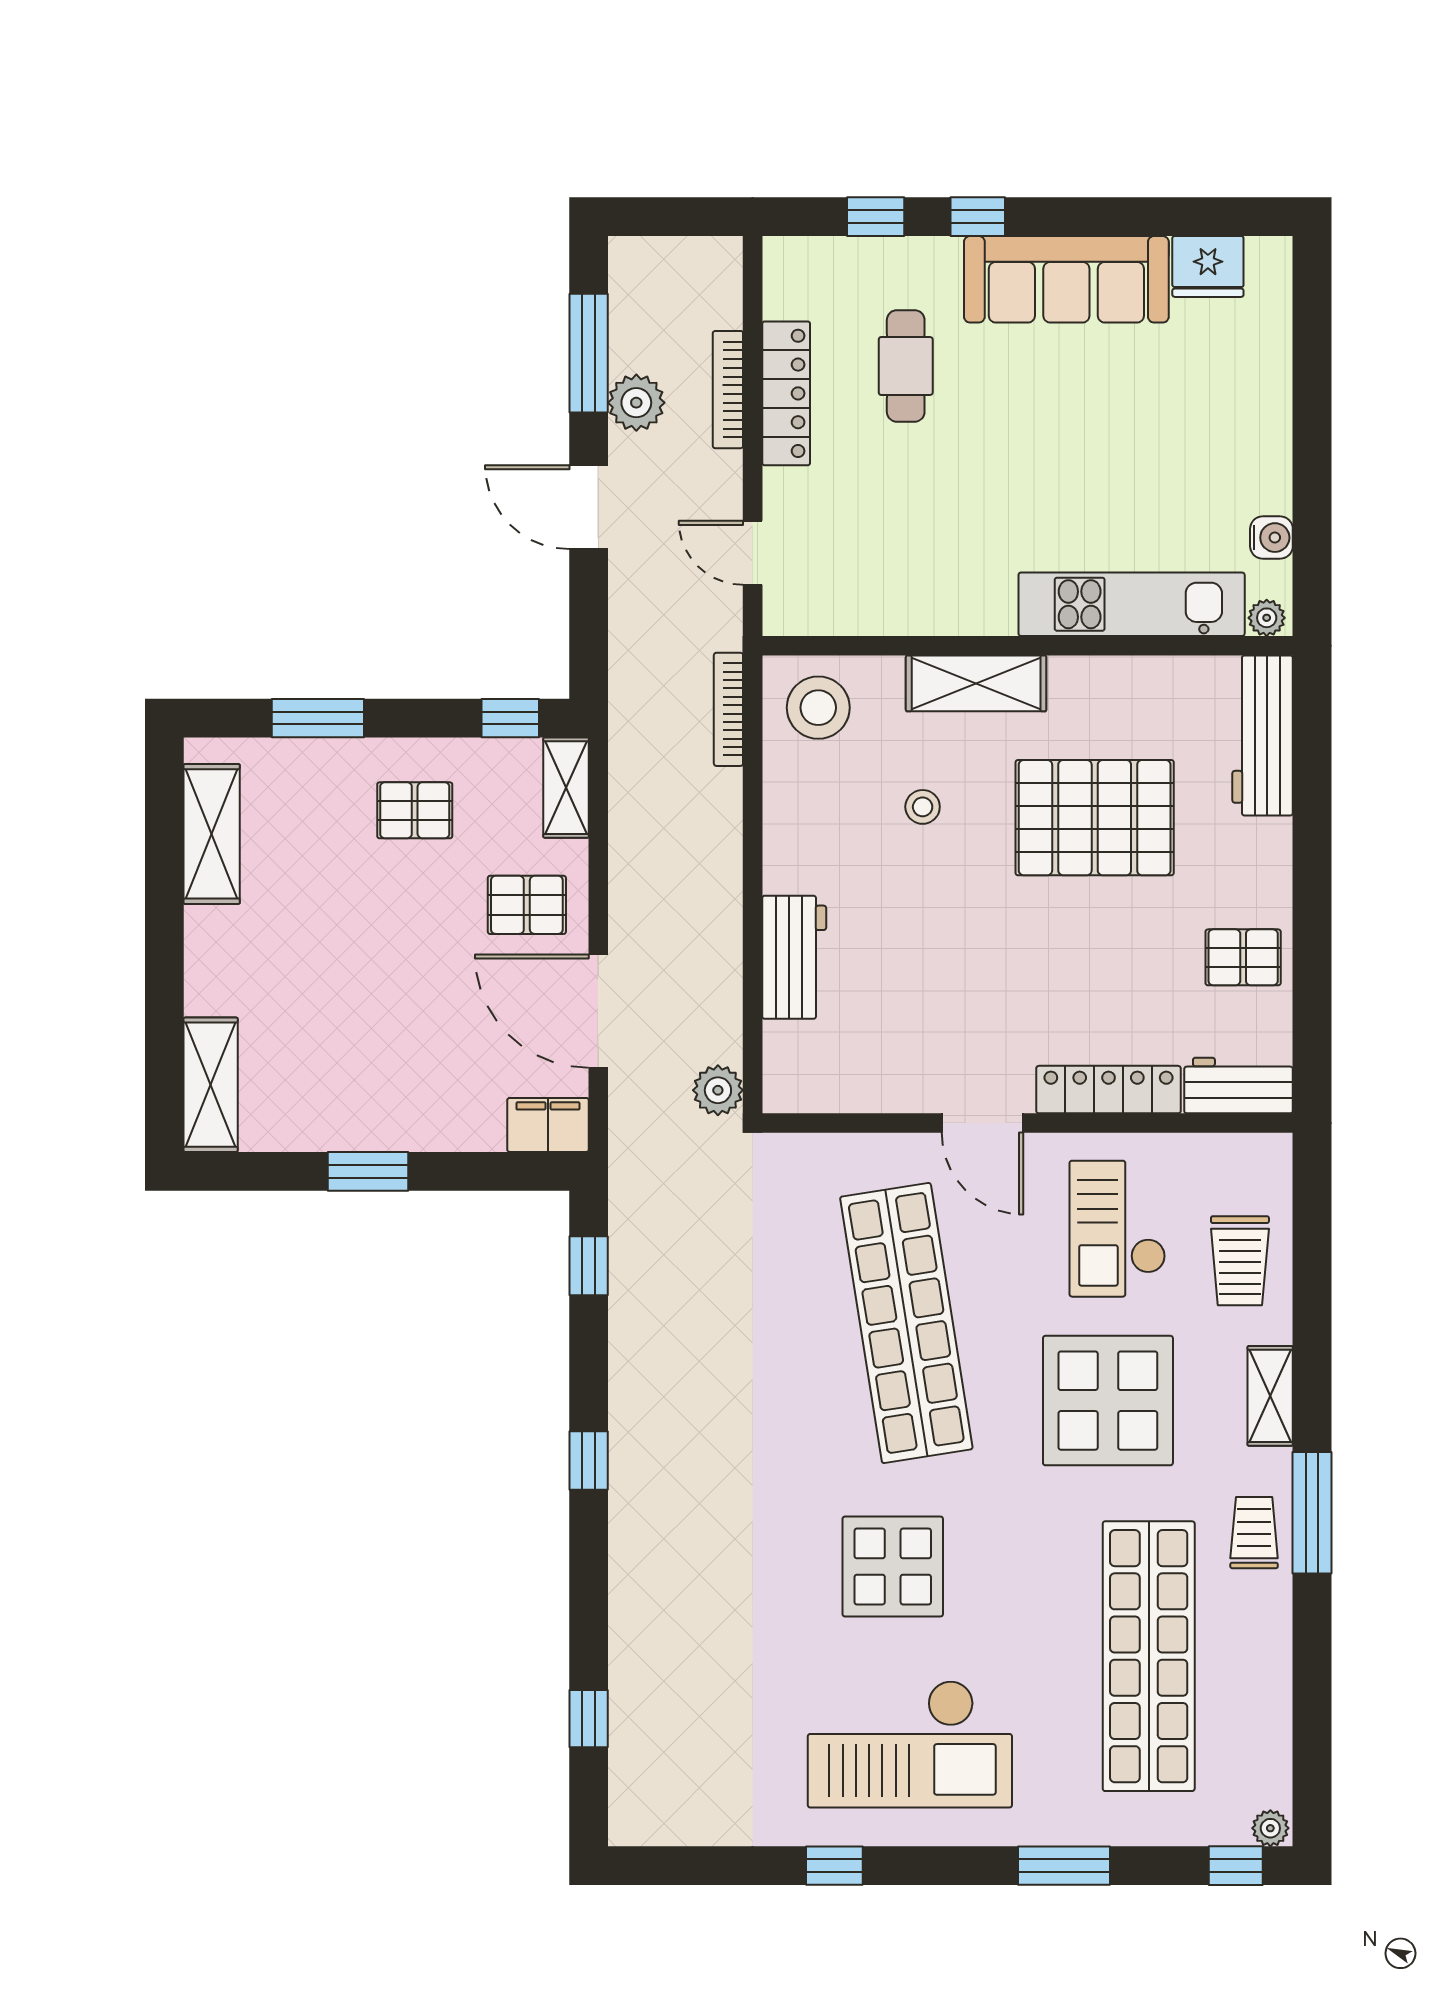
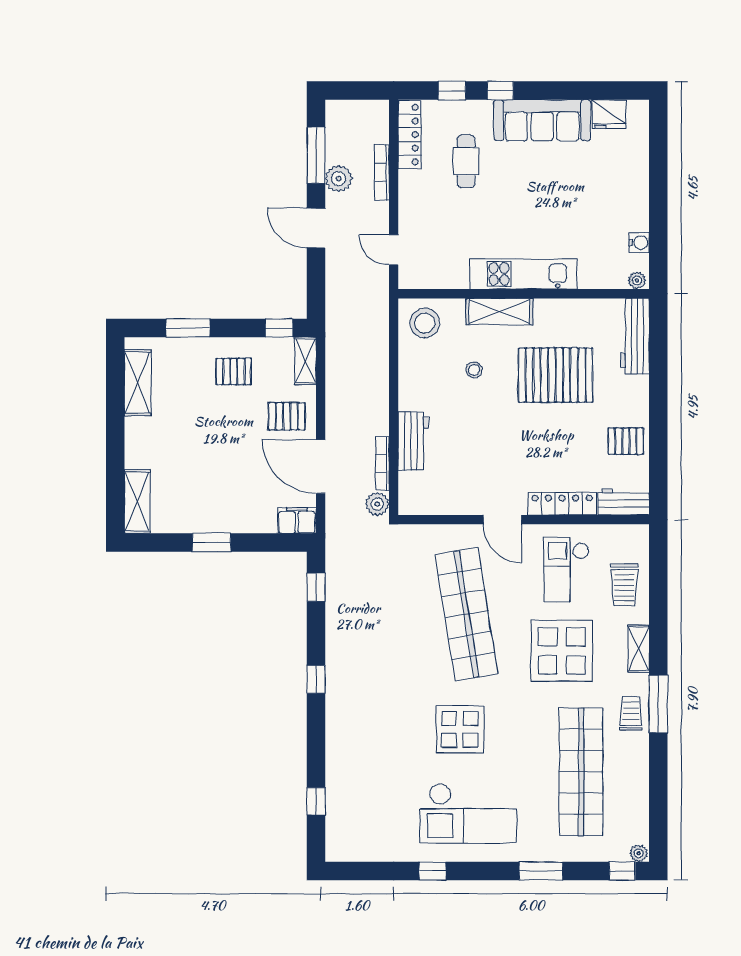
locker: (786, 393) -> (410, 135), moved
kitchen unit: (1132, 604) -> (524, 274), moved
bookcase: (728, 709) -> (382, 464), moved

